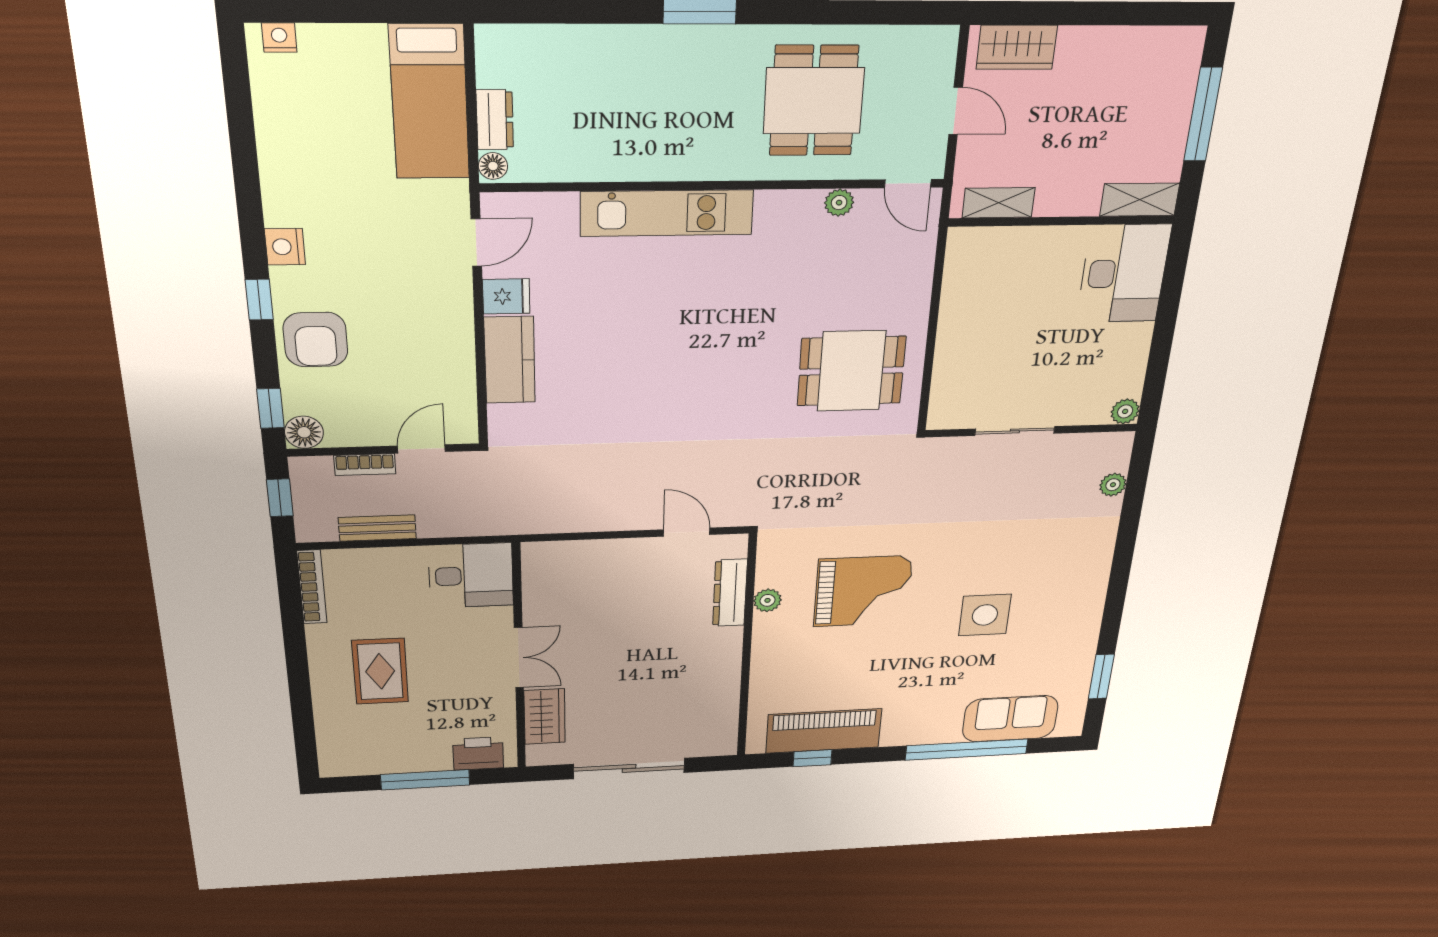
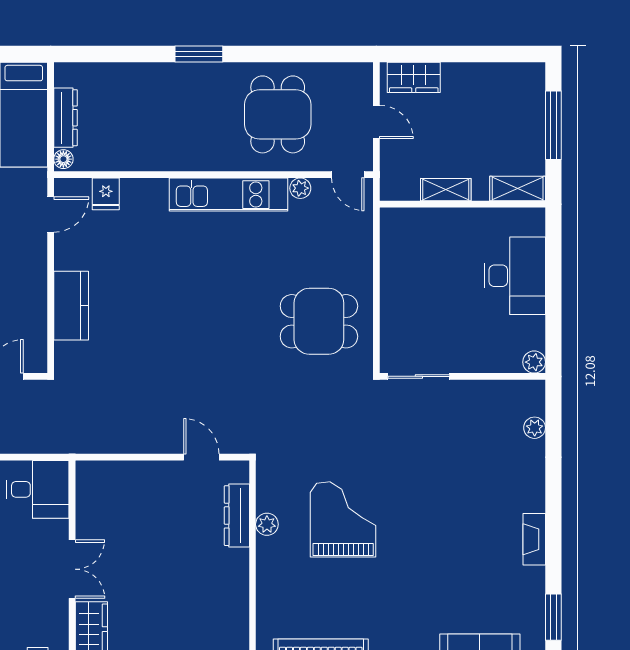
dresser: (495, 120) -> (65, 118), width x1.44
shelving: (998, 203) -> (446, 190), moved
kitchen unit: (667, 213) -> (229, 195), moved
desk: (1124, 274) -> (515, 276), moved
fridge: (506, 296) -> (106, 194), moved, turned 90
sliding door: (1015, 431) -> (419, 376), moved
grand piano: (863, 591) -> (343, 519), turned -90
fireplace: (1092, 602) -> (534, 539), added
side table: (985, 615) -> (446, 548), removed

